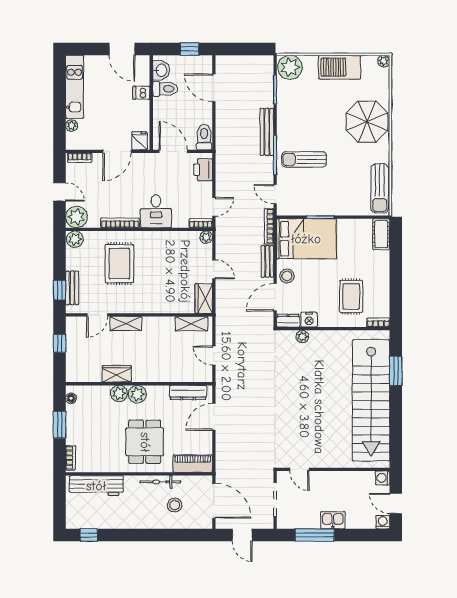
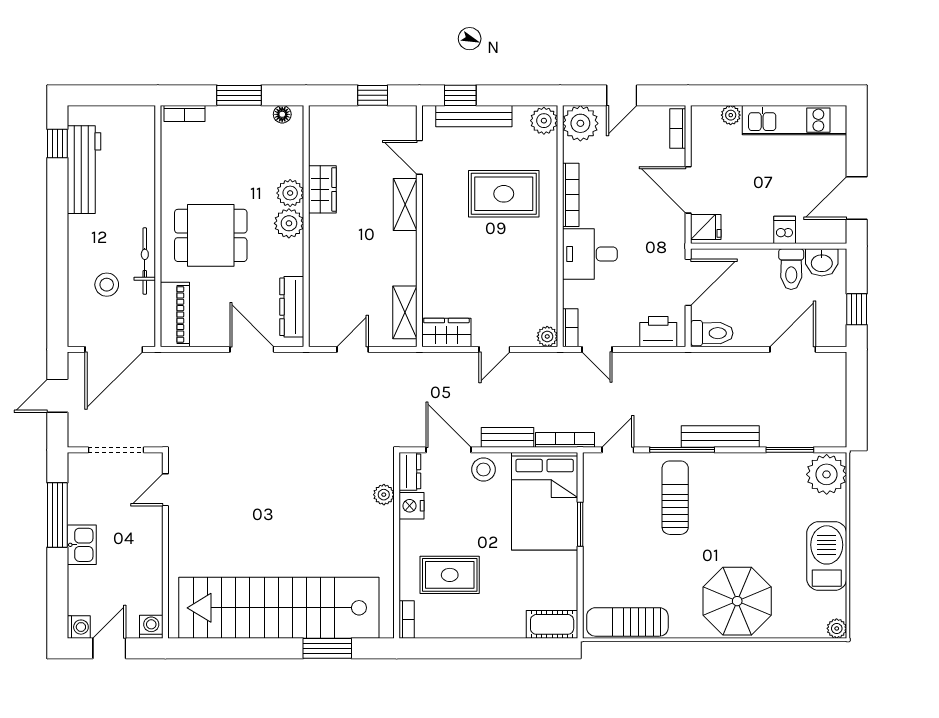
bench: (72, 288) -> (474, 116), width x1.36
workbench: (96, 486) -> (84, 170), moved, turned 180

